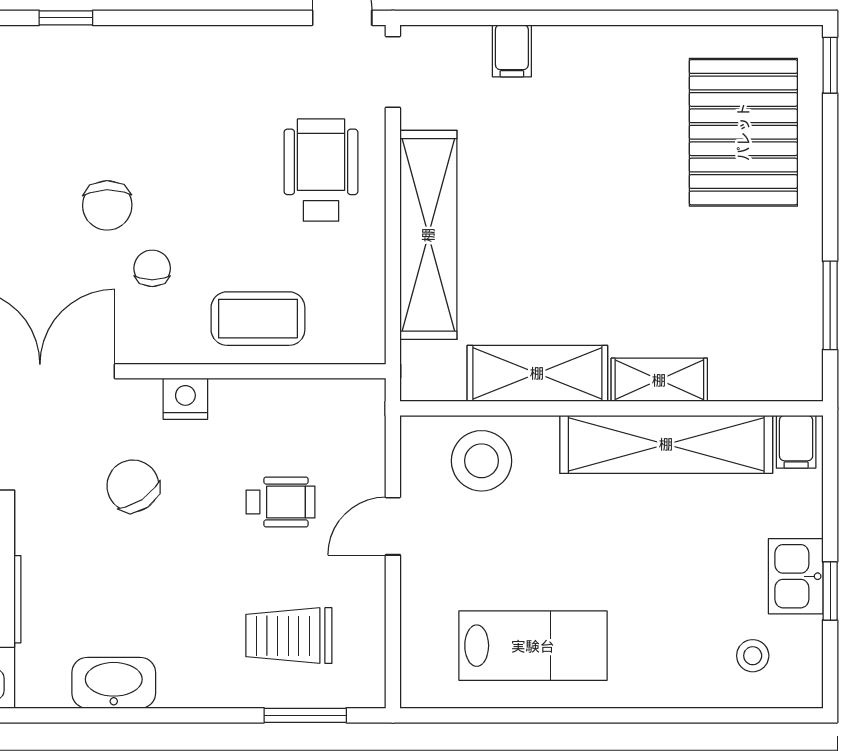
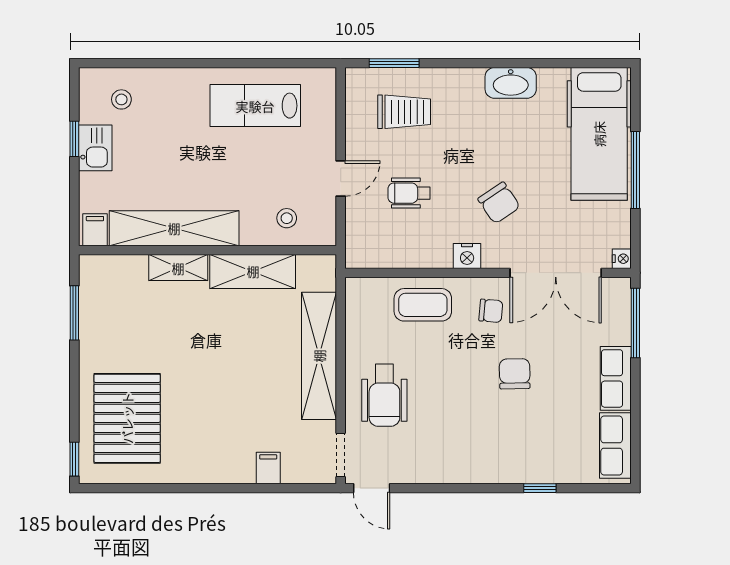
chair: (152, 268) -> (491, 311), moved, turned -85
stool: (481, 461) -> (287, 218), width x0.53, depth x0.53

